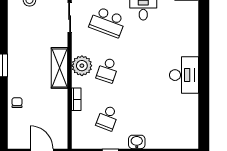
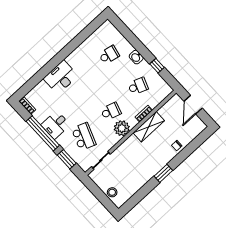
shelving: (60, 68) -> (149, 127), moved
desk: (184, 75) -> (61, 77), moved
school desk: (163, 118) -> (109, 55), added

